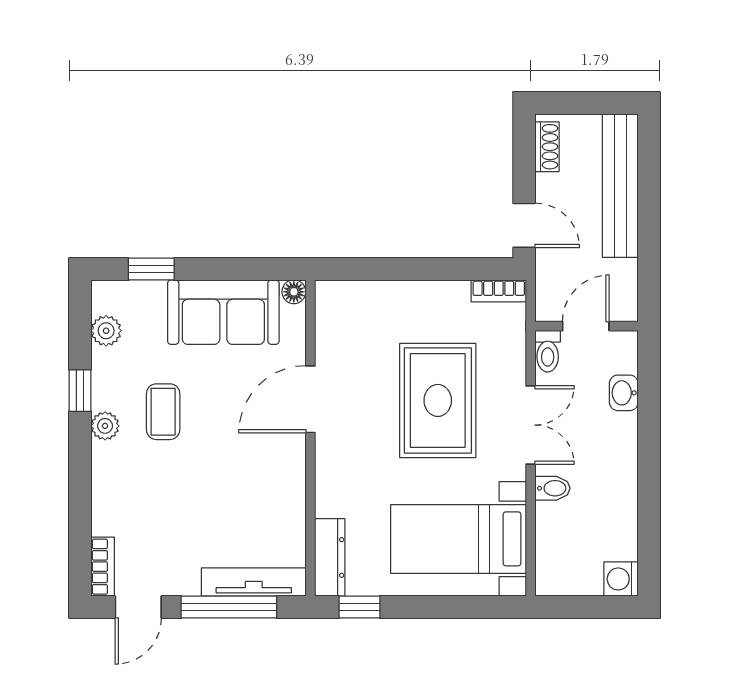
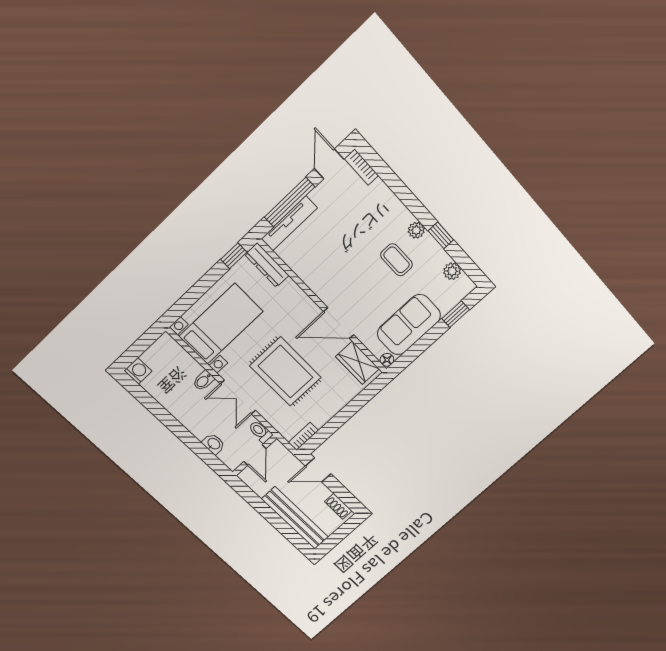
wardrobe: (335, 324) -> (357, 363), added
door: (310, 399) -> (339, 323), swing flipped

